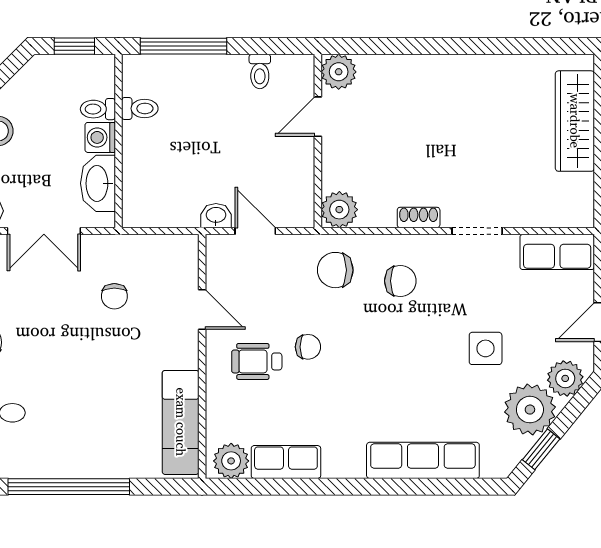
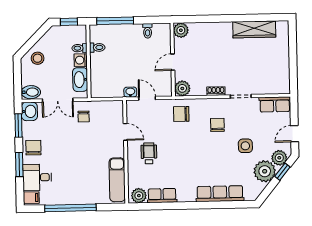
door: (318, 117) -> (173, 62), moved
wardrobe: (575, 121) -> (254, 29), moved, turned -90
chair: (400, 281) -> (217, 125), moved, turned -90
chair: (114, 296) -> (84, 116), moved
chair: (308, 347) -> (170, 147), removed
wheelchair: (257, 361) -> (149, 153), turned 90
window: (541, 449) -> (282, 172), moved

